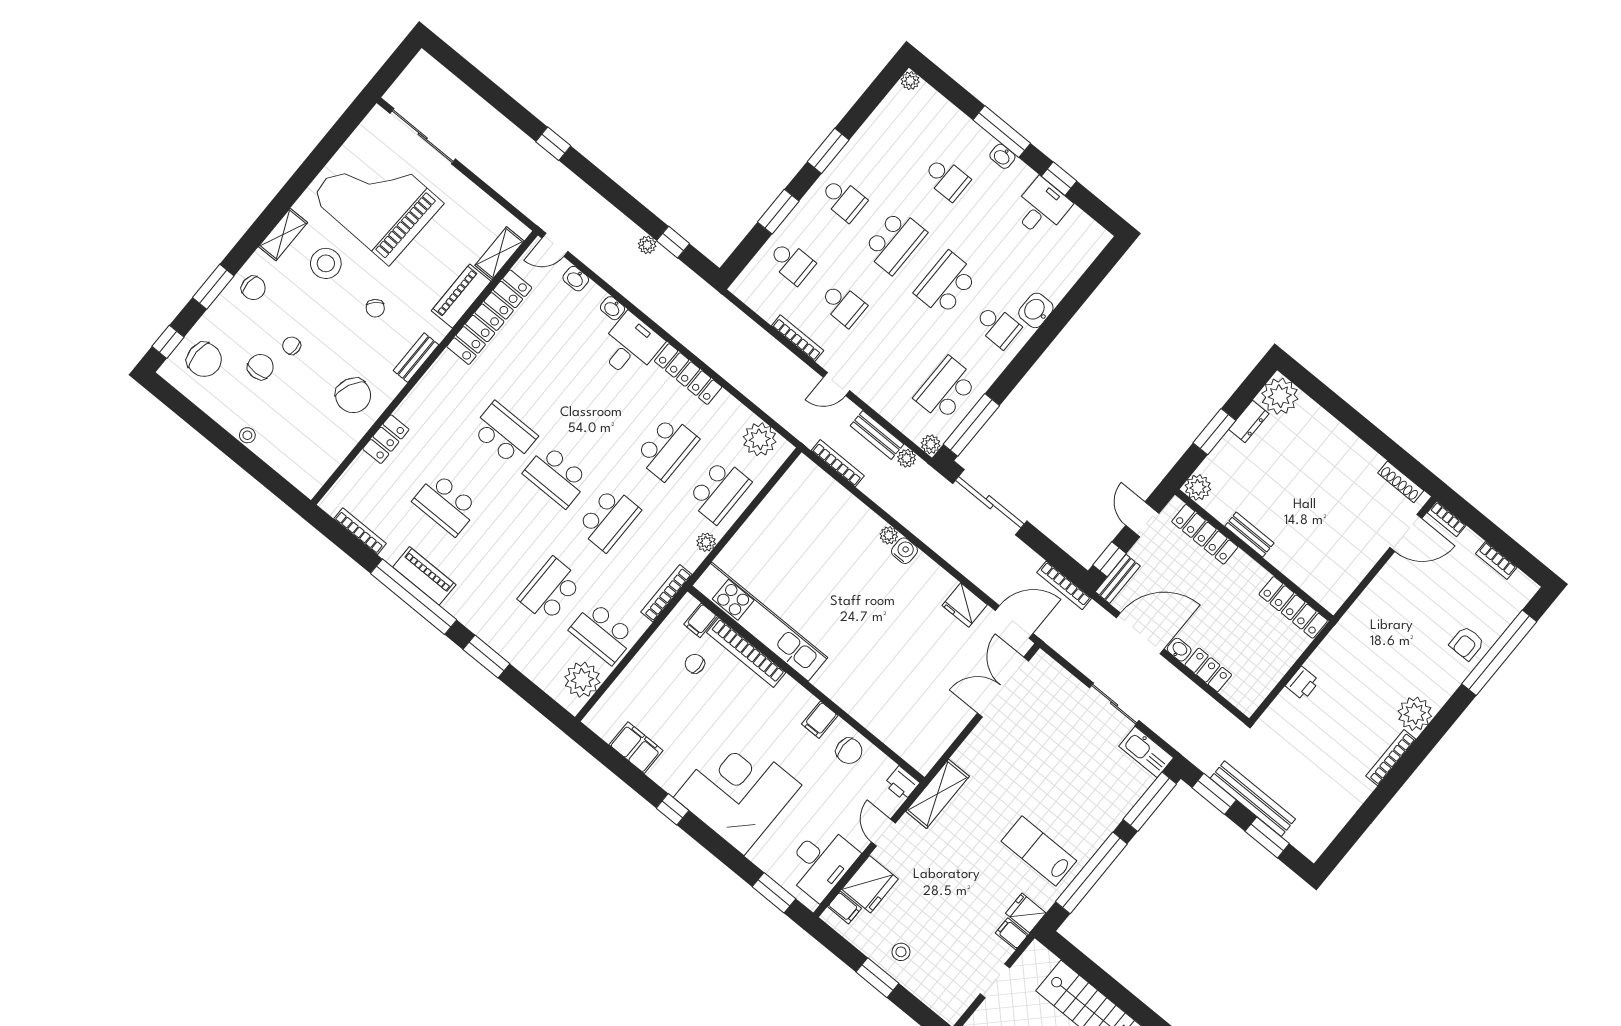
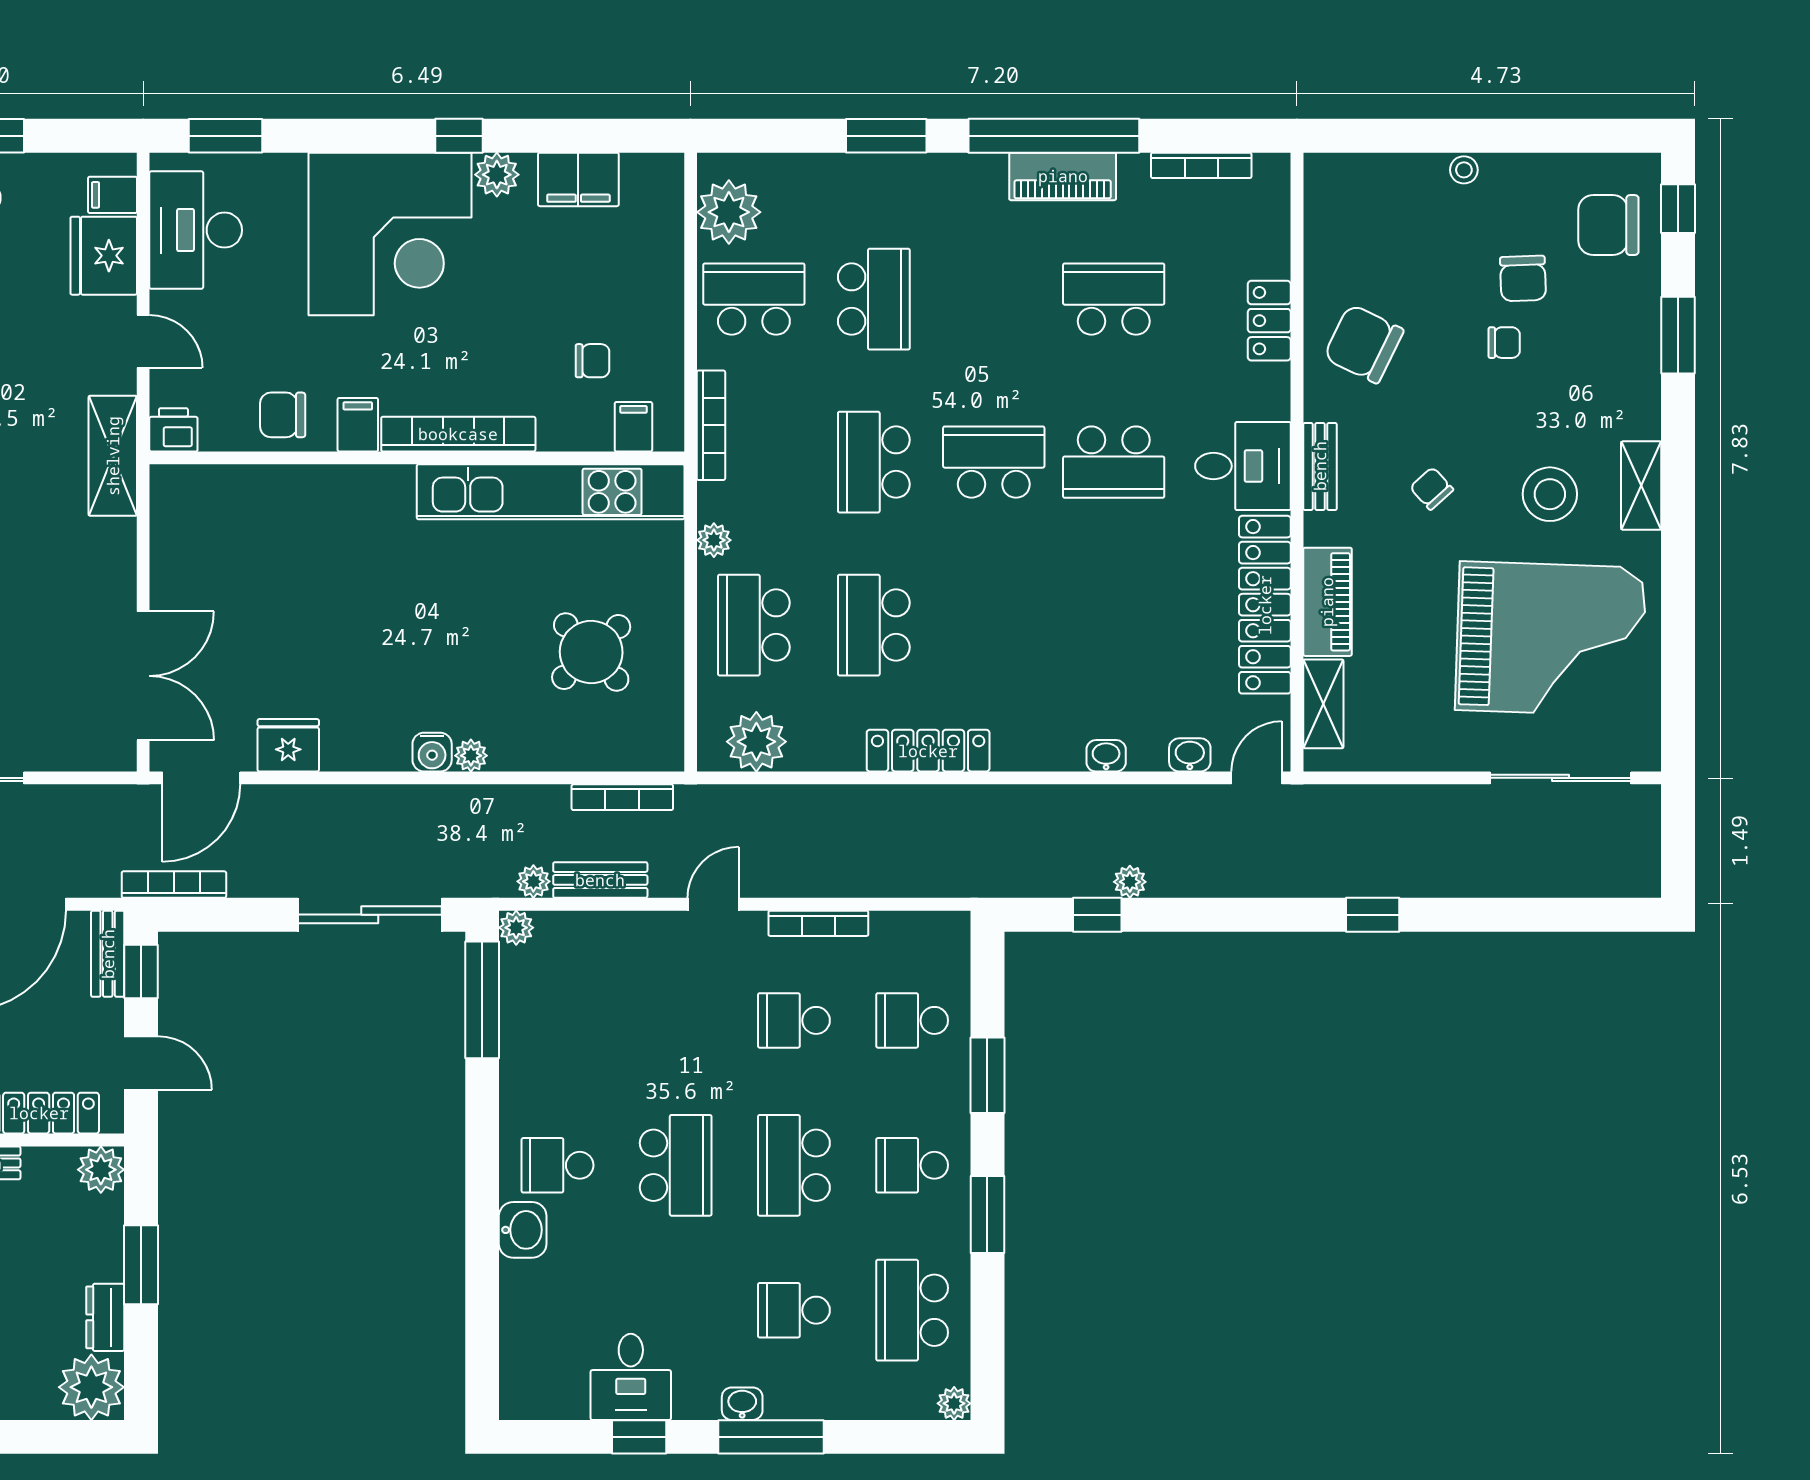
chair: (253, 288) -> (1622, 379), removed
desk: (630, 346) -> (1243, 466), moved, turned -90
school desk: (946, 389) -> (912, 1310), moved, turned 180
round table: (799, 537) -> (591, 652), added
bookcase: (746, 653) -> (458, 434), moved
plant: (670, 779) -> (497, 175), added

